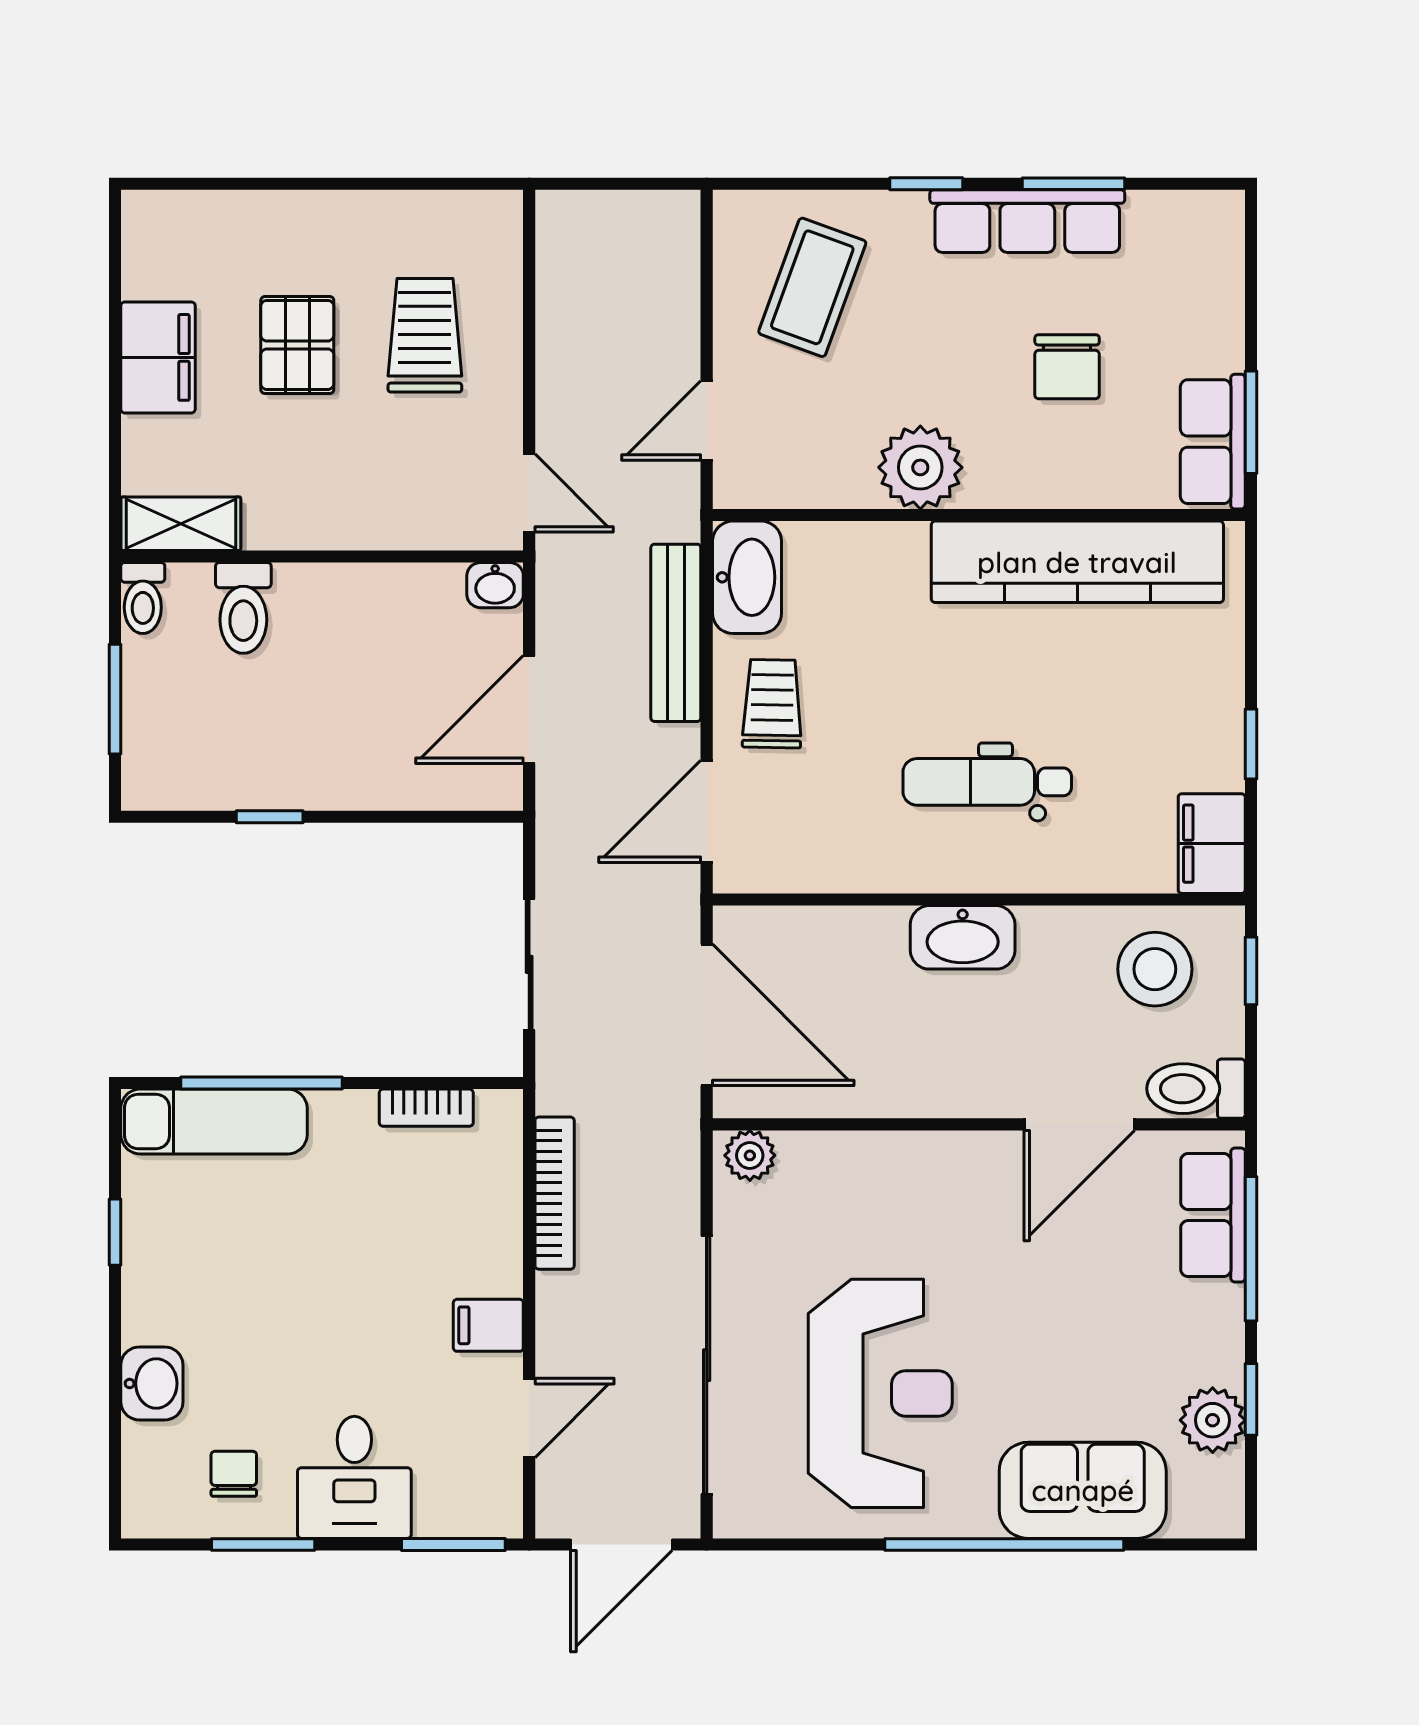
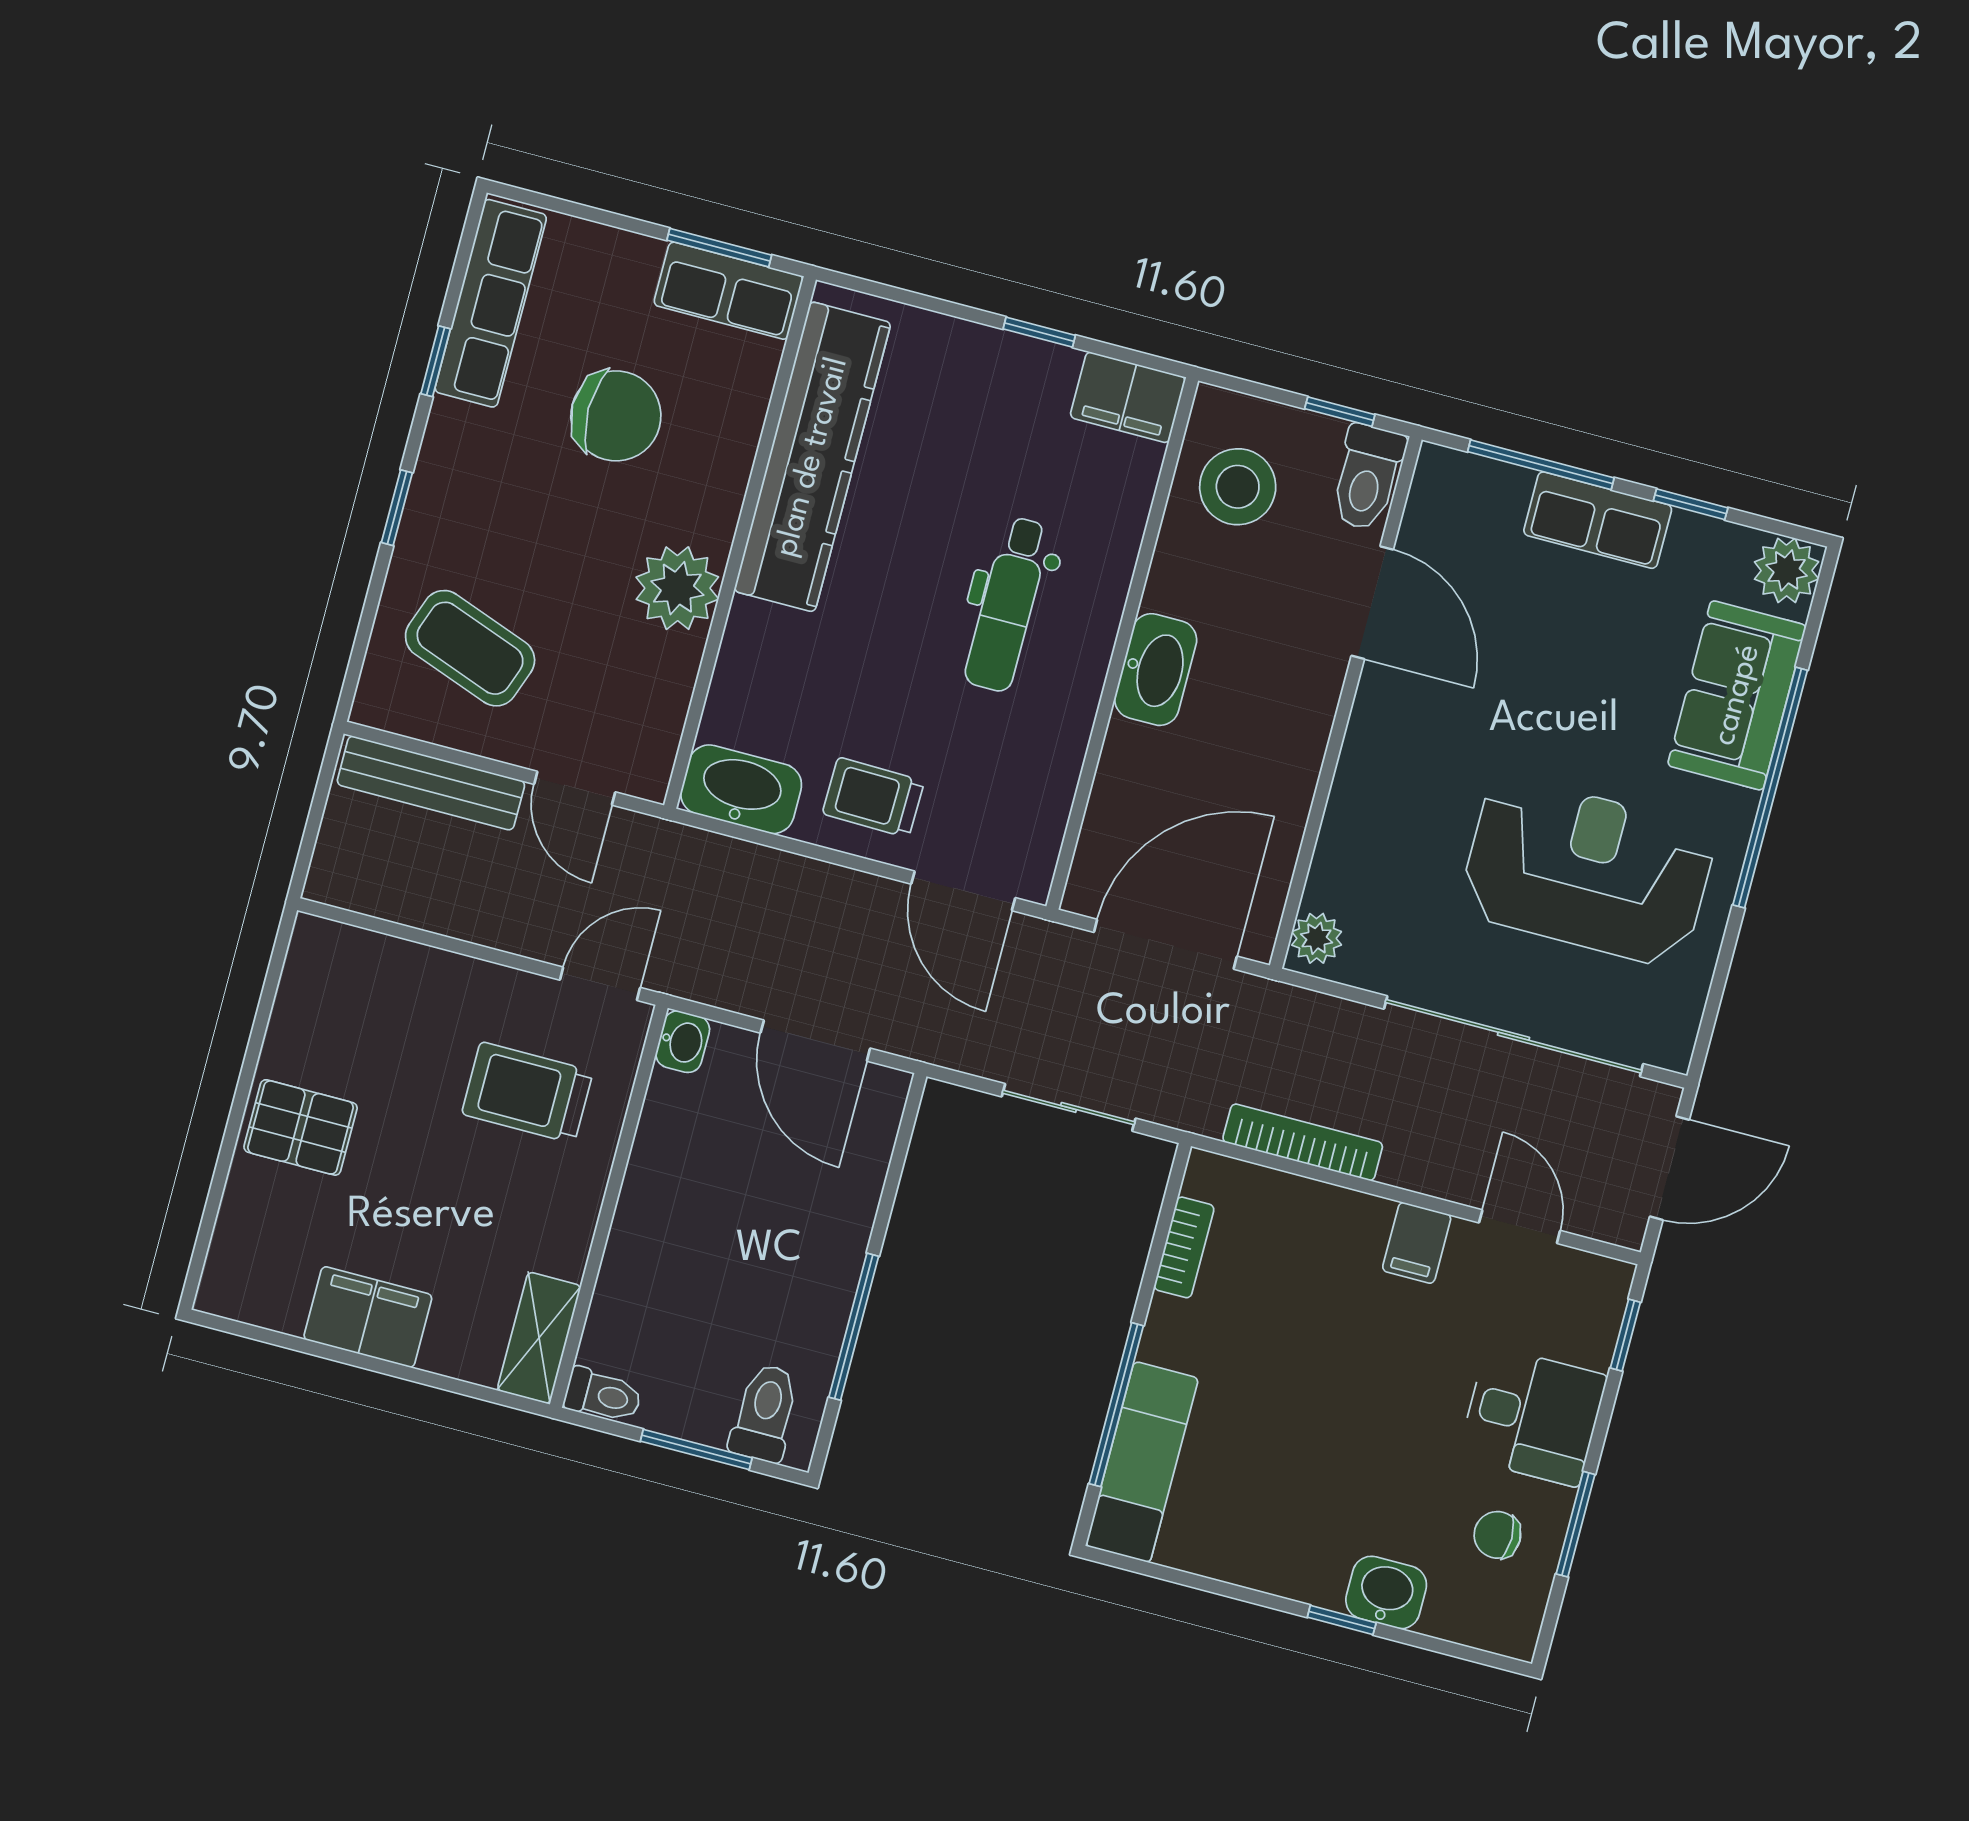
window: (1074, 184) -> (436, 361), width x0.67
row of seats: (1027, 221) -> (491, 303), moved
trolley: (425, 335) -> (527, 1093), moved
pallet: (297, 345) -> (301, 1127), moved
chair: (1067, 367) -> (616, 416), width x1.37, depth x1.37
toilet: (243, 608) -> (765, 1413), moved, turned -90
bench: (676, 633) -> (431, 783), moved
window: (270, 817) -> (854, 1327), width x2.17
window: (1251, 971) -> (1340, 412), moved
row of seats: (1213, 1215) -> (1598, 520), moved
window: (115, 1232) -> (1342, 1620), moved
plant: (1213, 1420) -> (1787, 570), moved
window: (453, 1544) -> (1625, 1335), width x0.67
door: (621, 1544) -> (1670, 1168), hinge flipped

